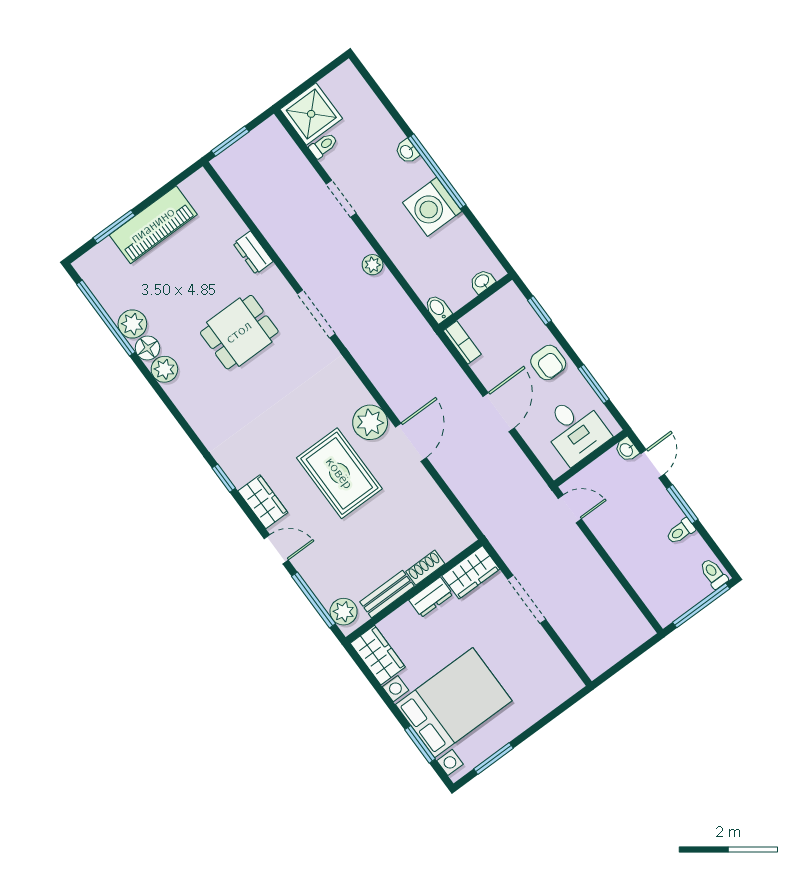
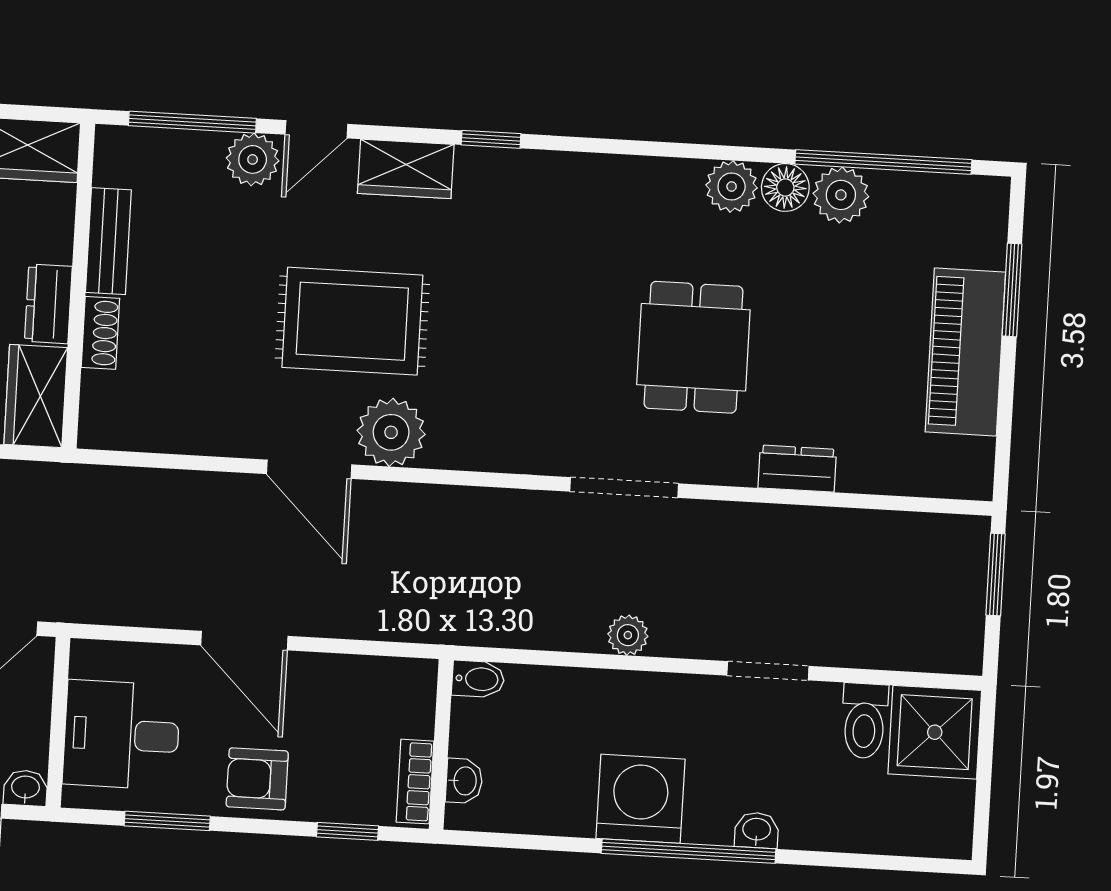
toilet: (323, 146) -> (865, 721), width x1.37, depth x1.39
bookcase: (462, 343) -> (415, 782), moved, turned 90
plant: (344, 612) -> (253, 159), moved

